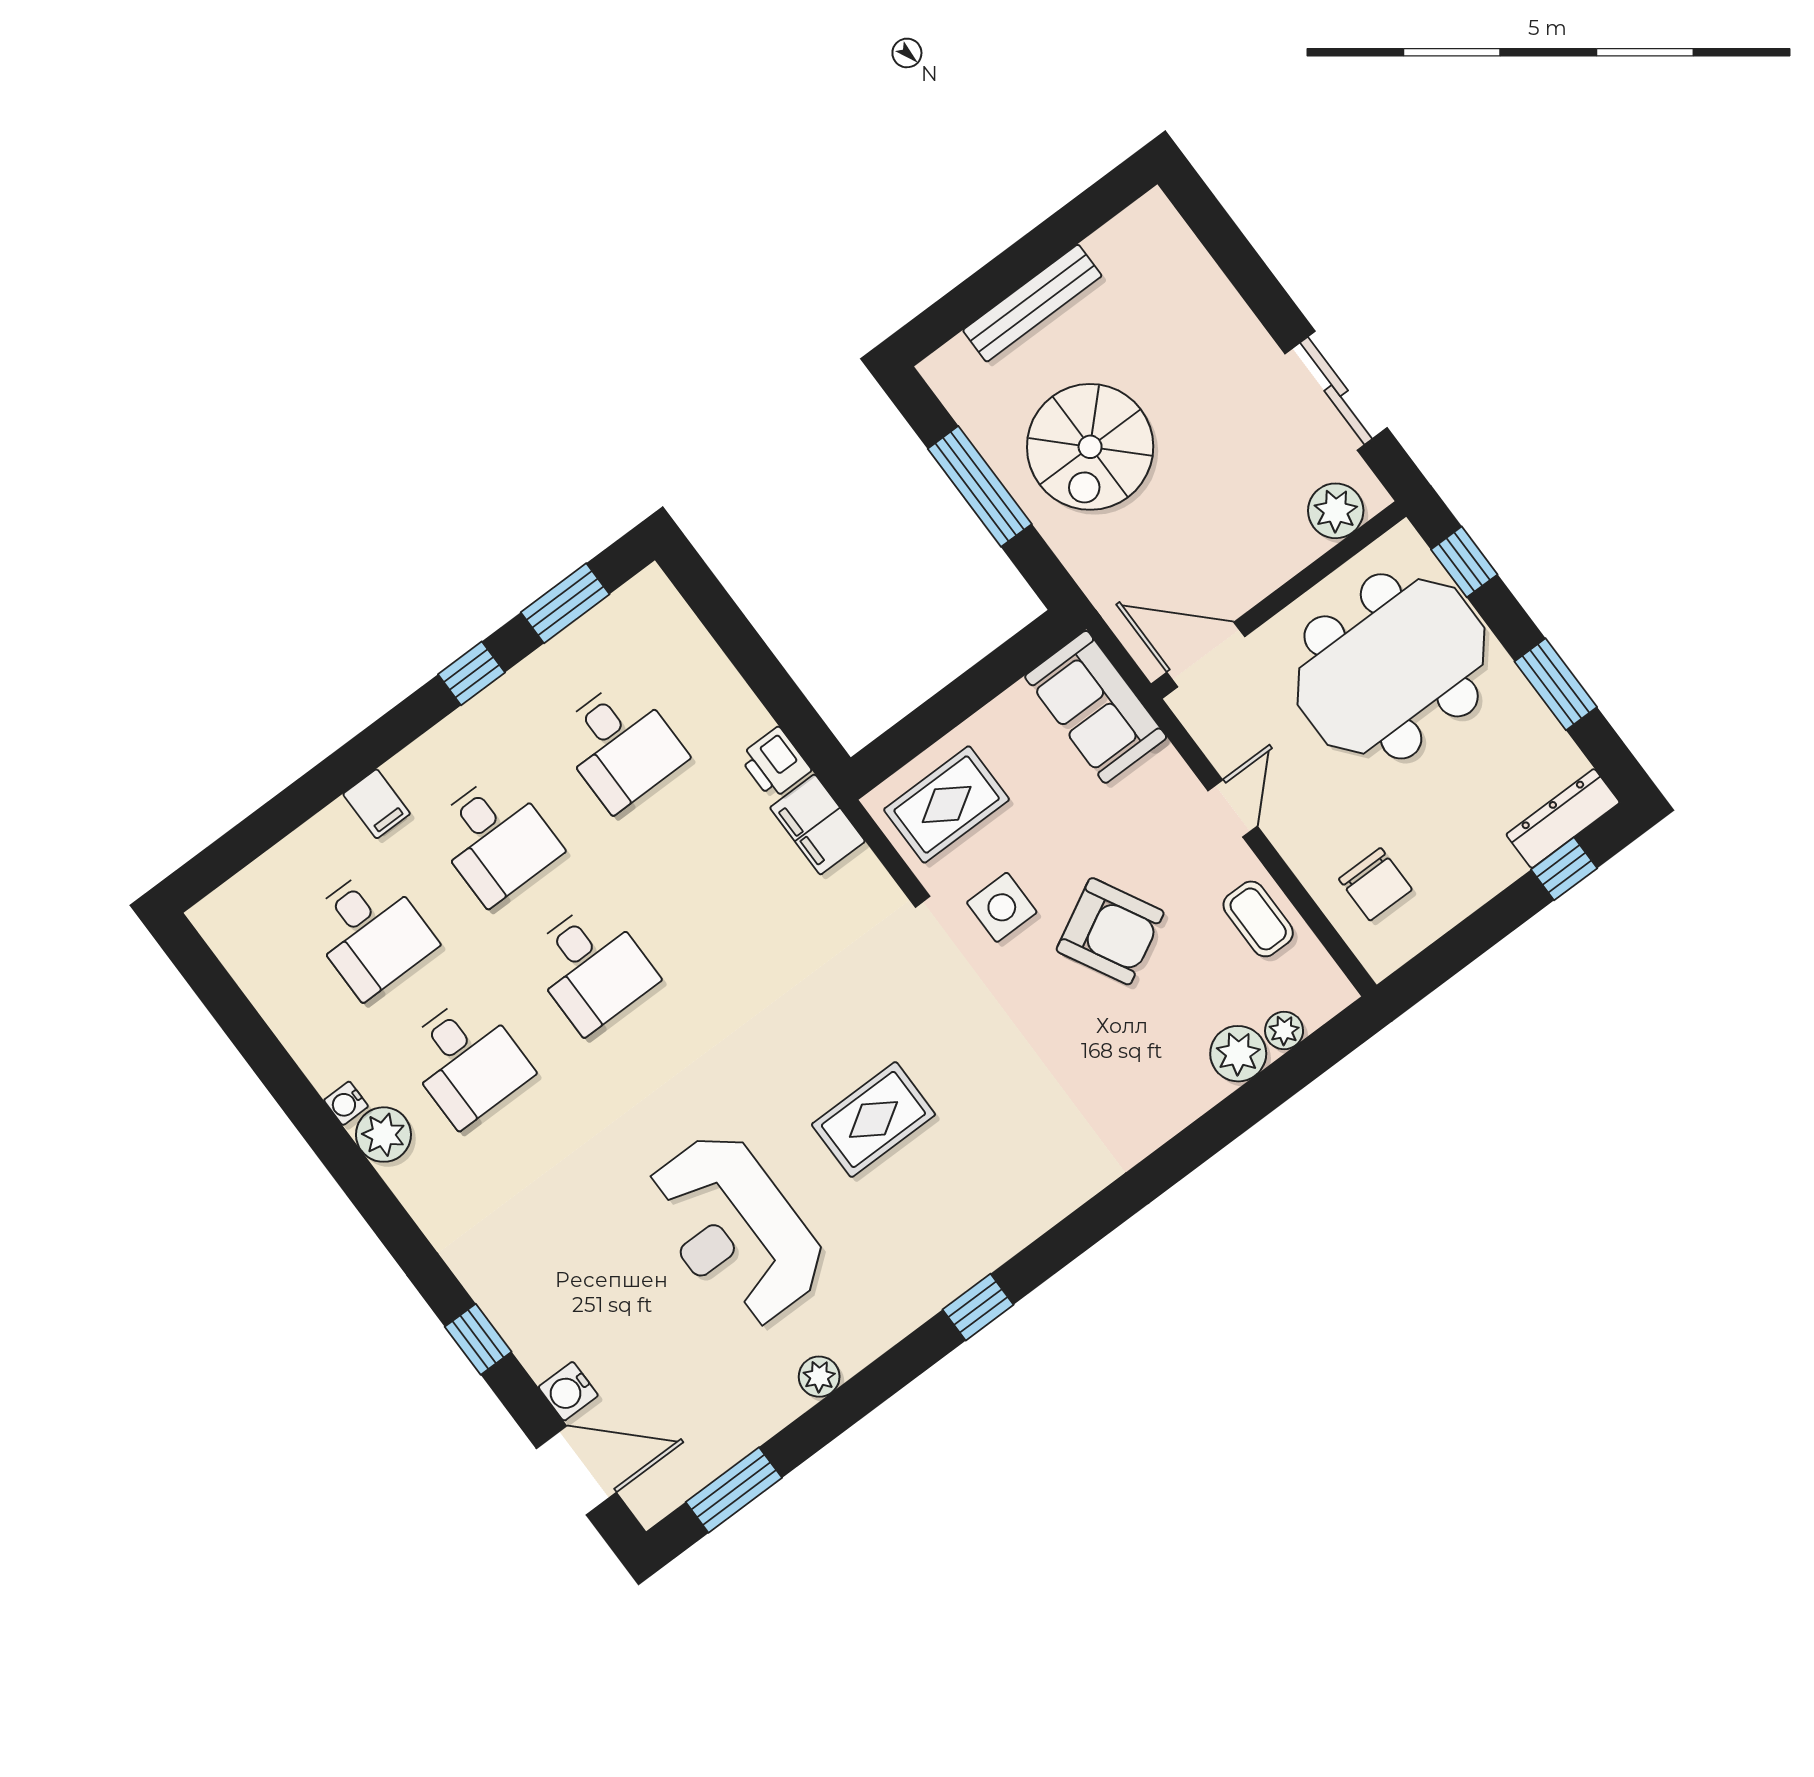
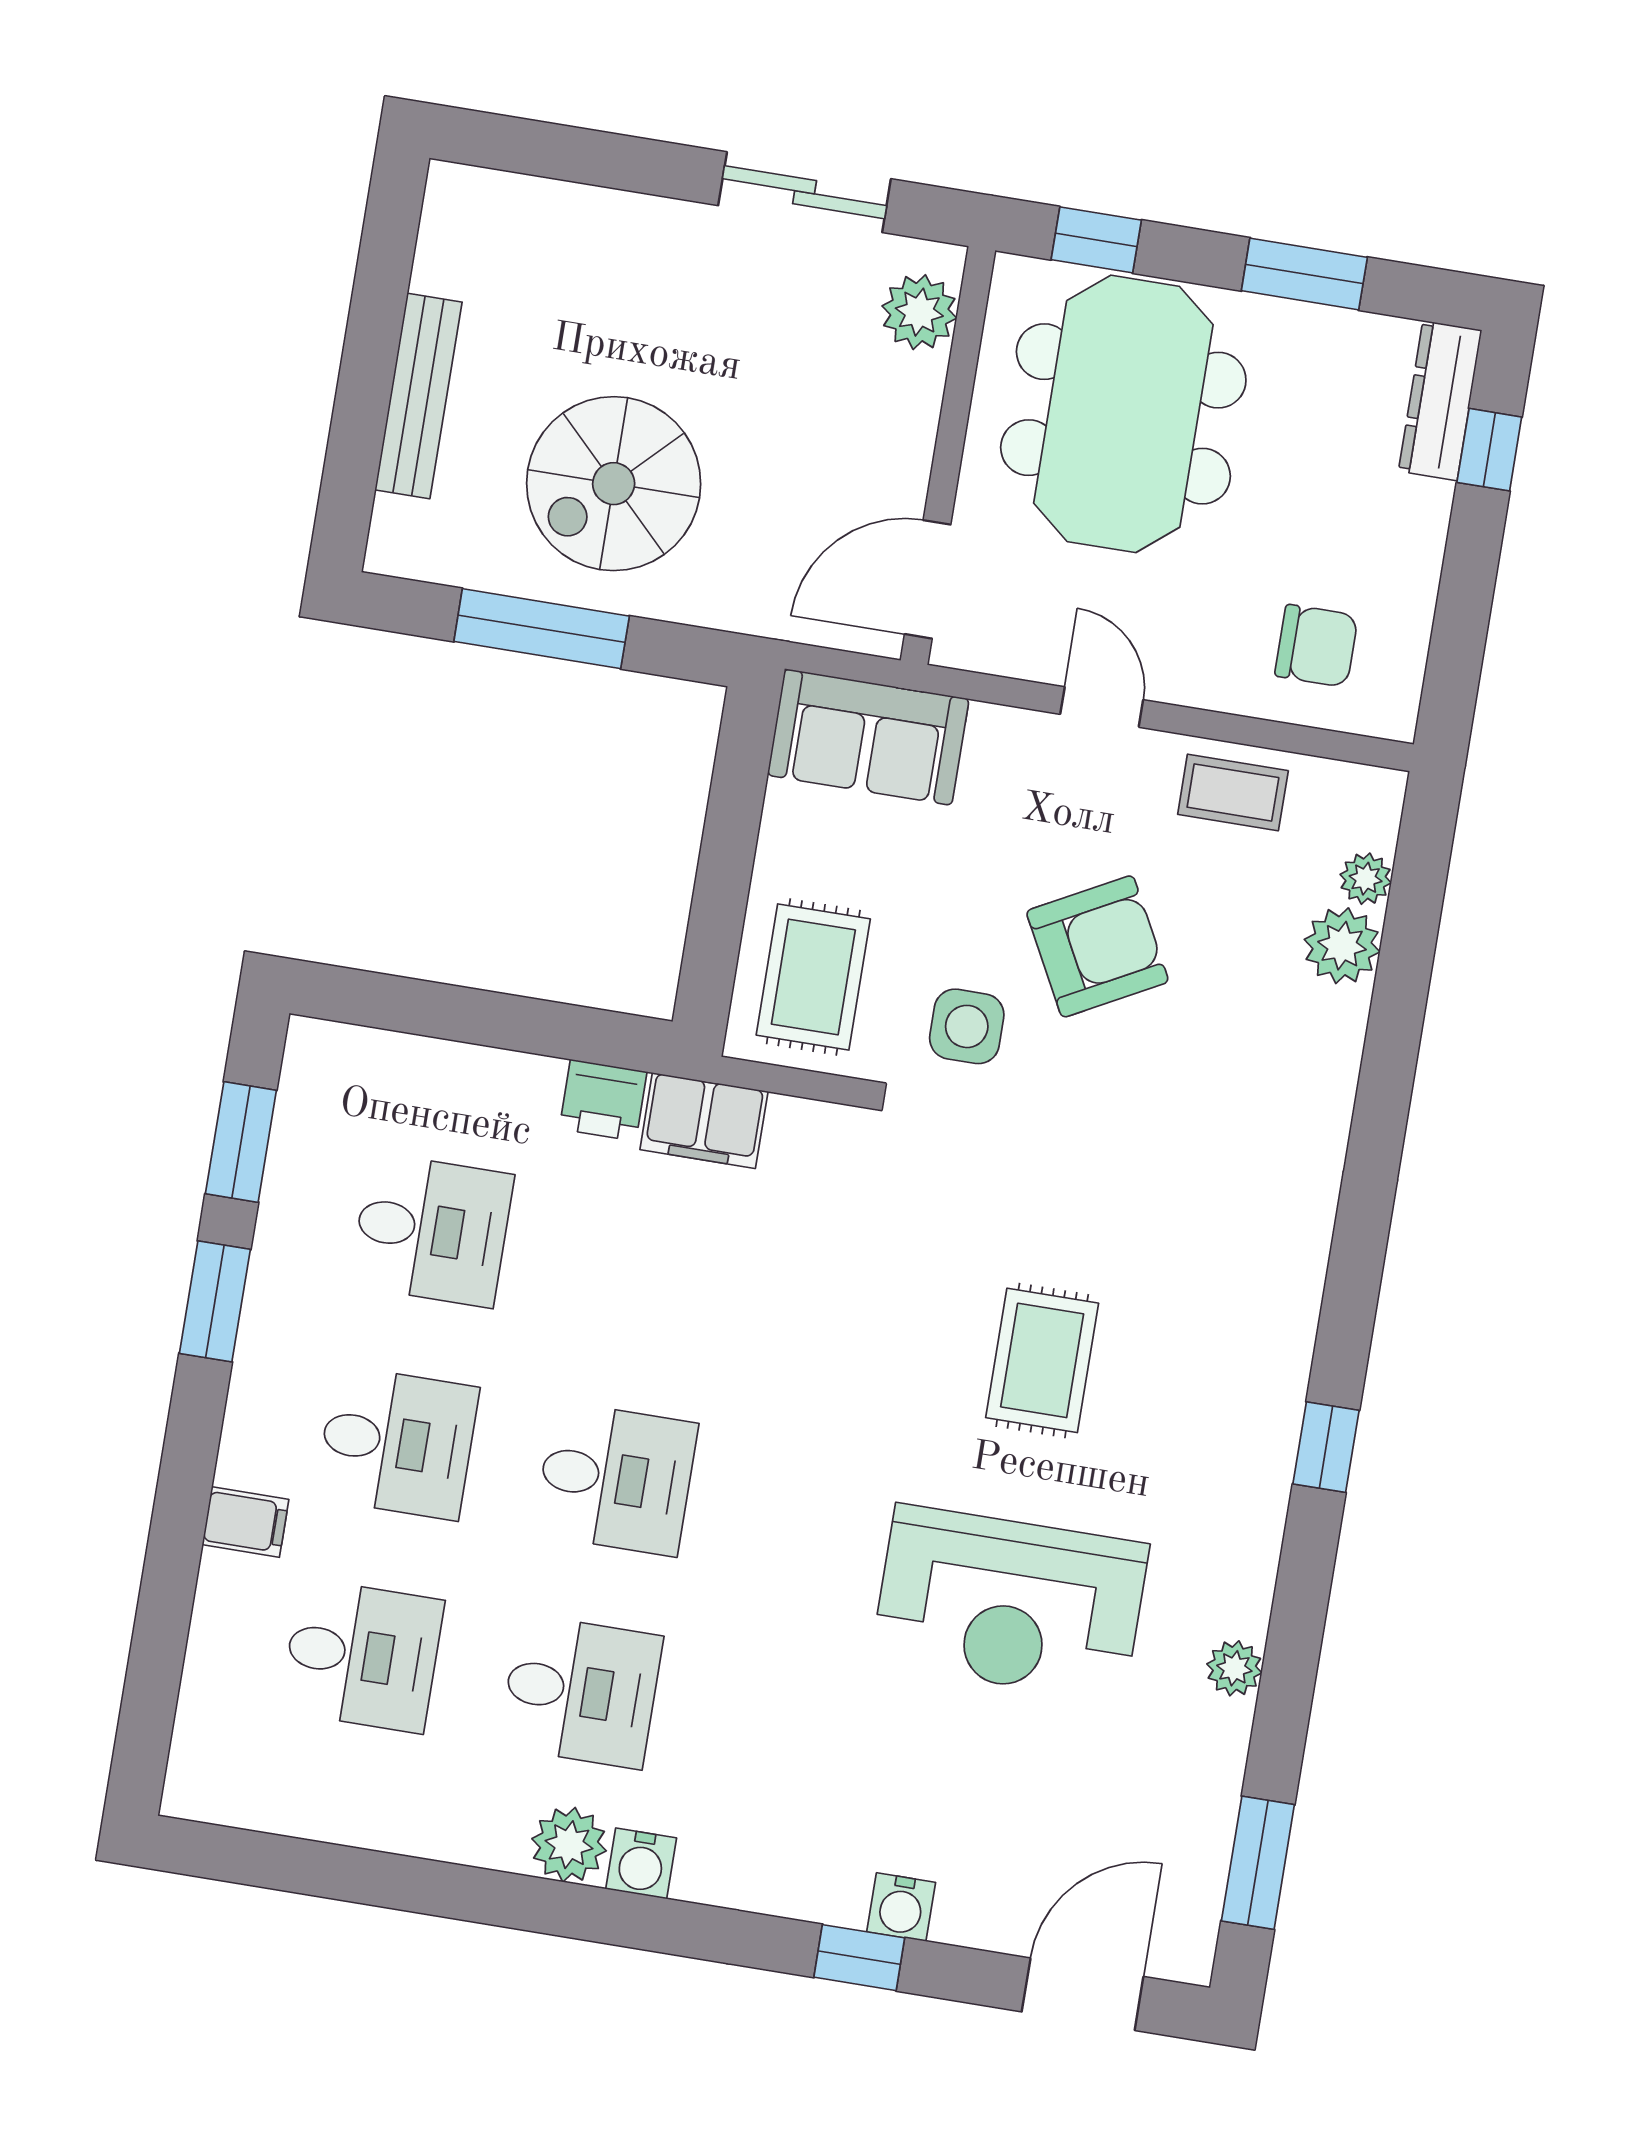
spiral stairs: (1090, 447) -> (614, 484), turned 90
window: (471, 673) -> (215, 1301), width x1.50
water cooler: (346, 1103) -> (641, 1863), moved, width x1.38, depth x1.38
water cooler: (568, 1391) -> (901, 1907), moved

